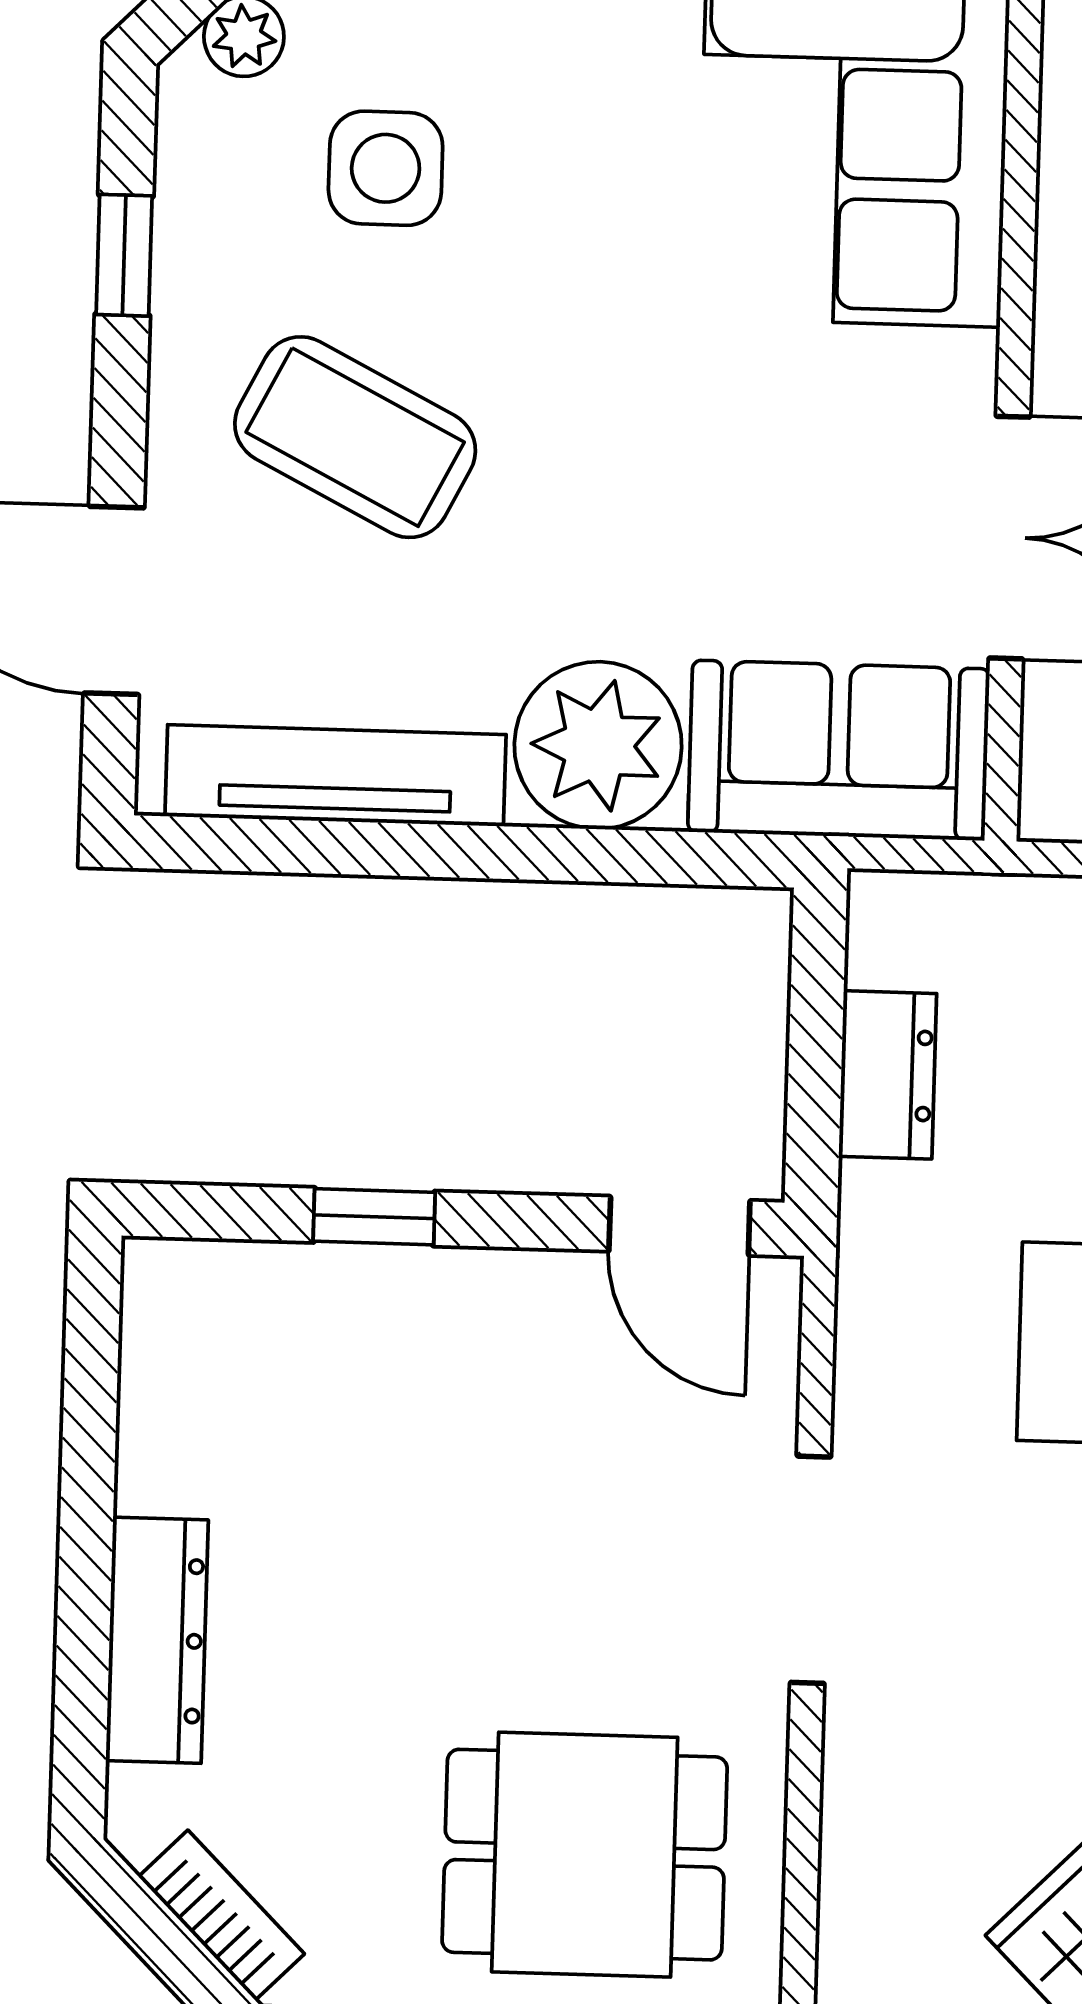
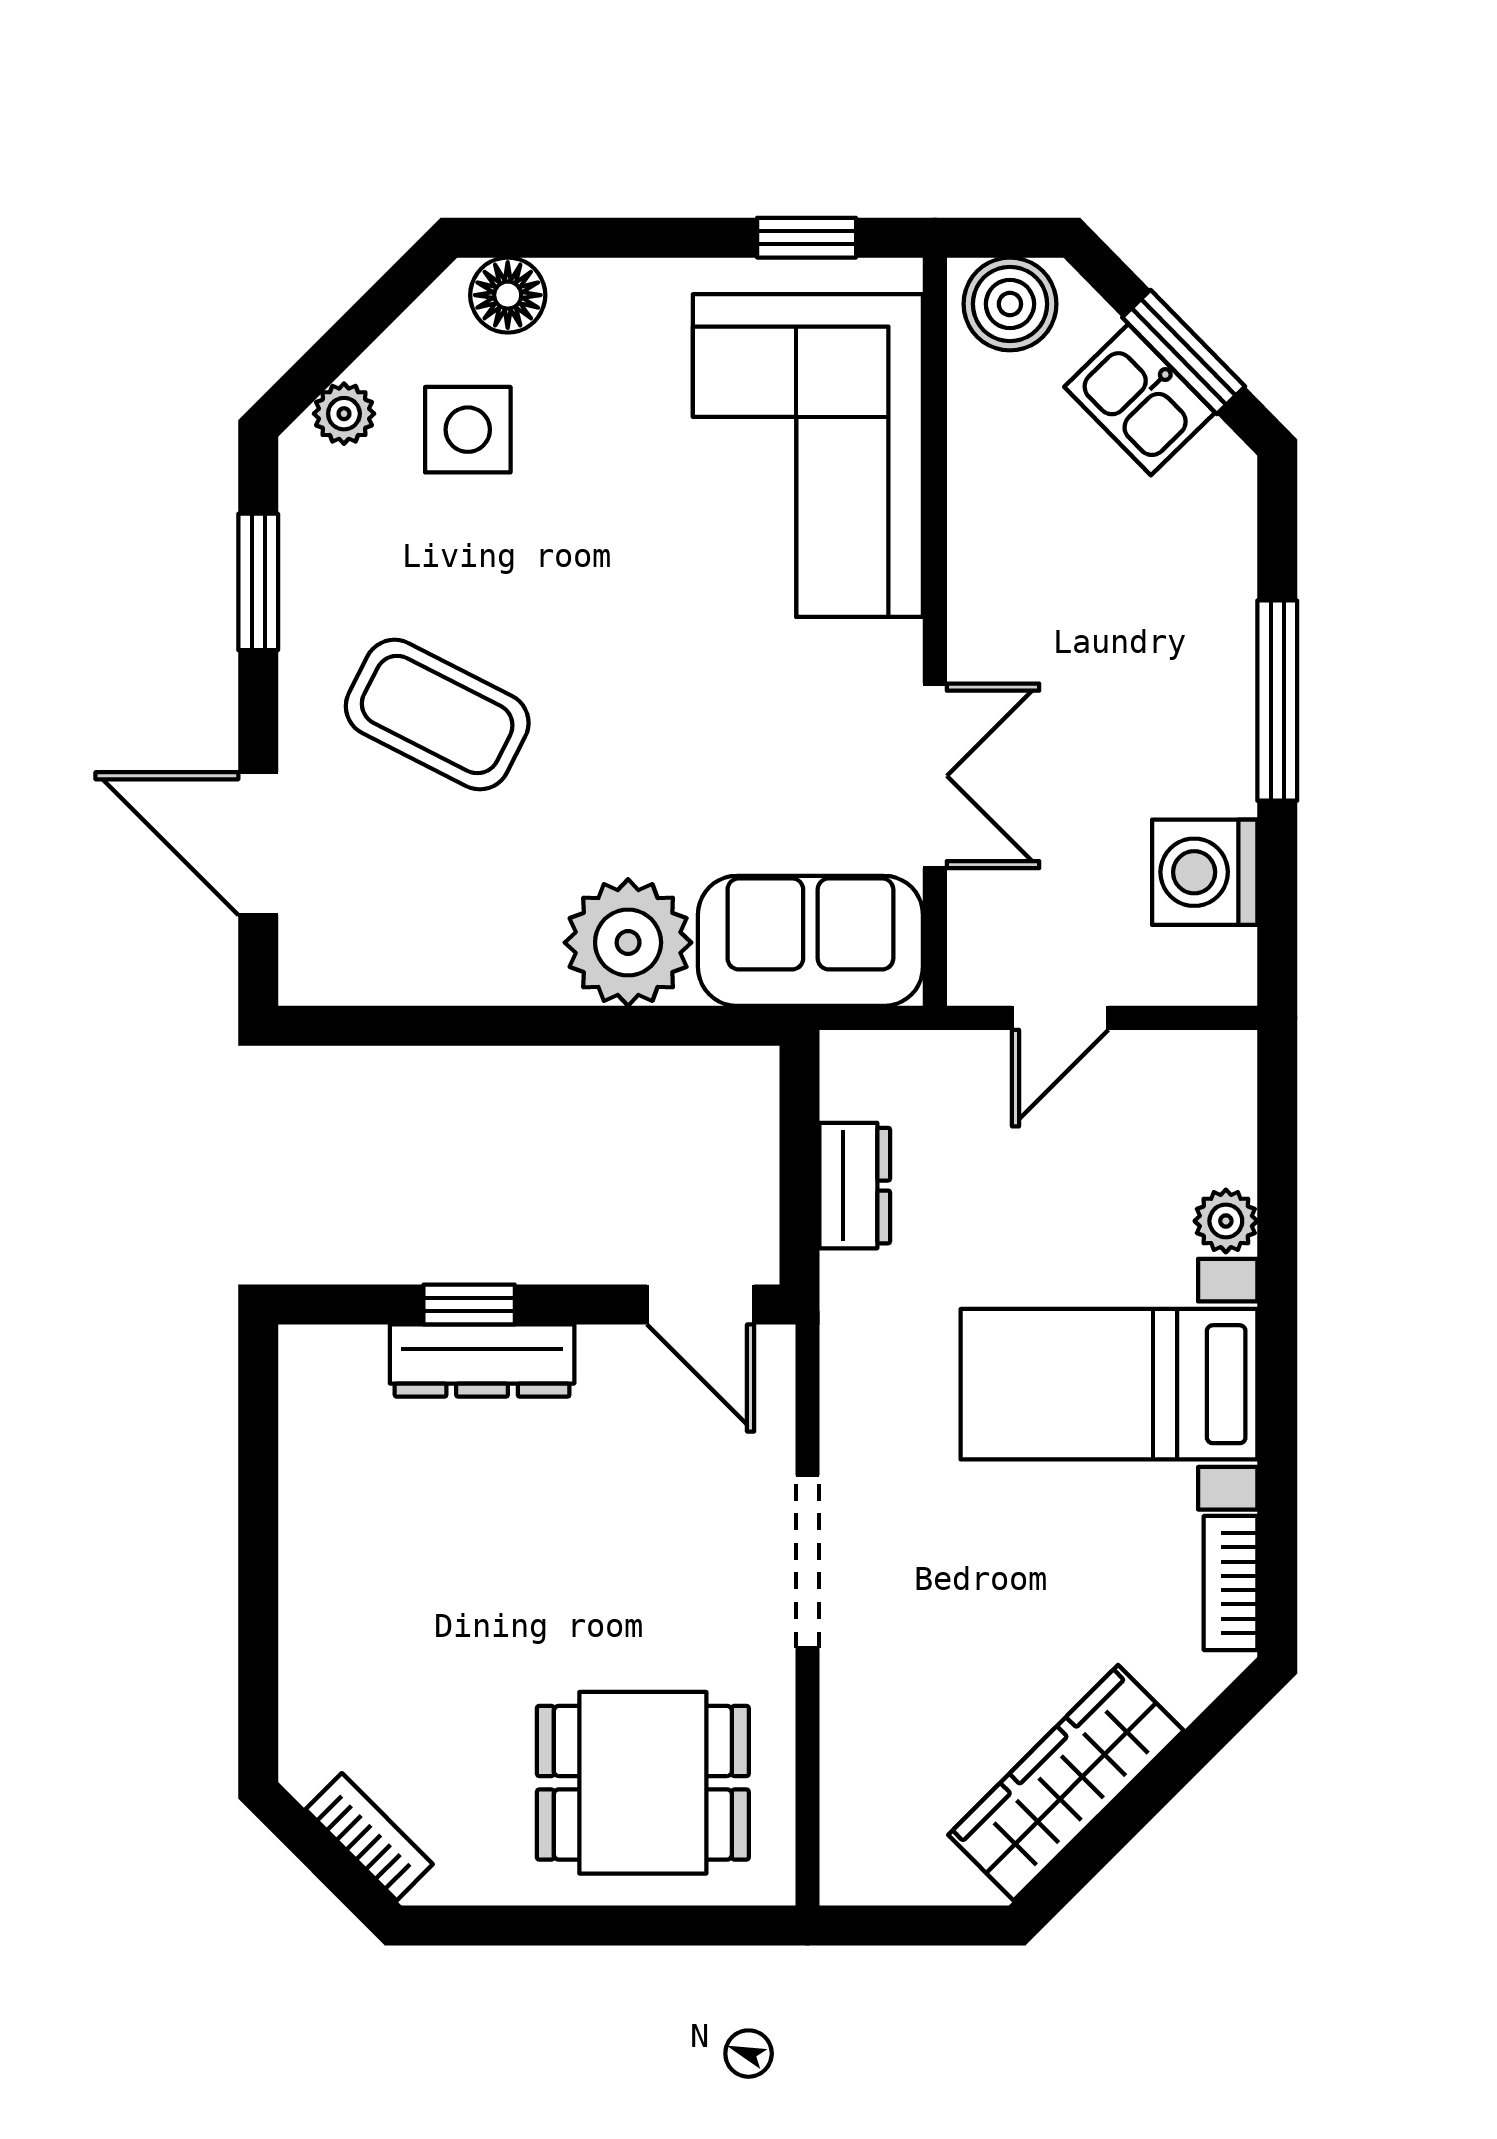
side table: (386, 168) -> (468, 430), moved
window: (124, 255) -> (258, 582), width x1.50
tv unit: (336, 775) -> (430, 971), removed
dresser: (157, 1640) -> (482, 1361), moved, turned 90

